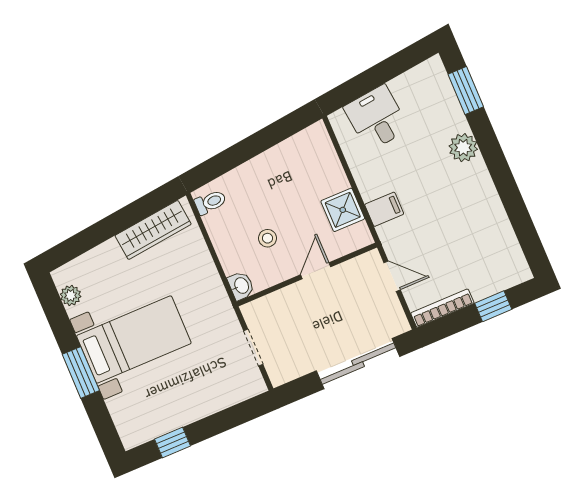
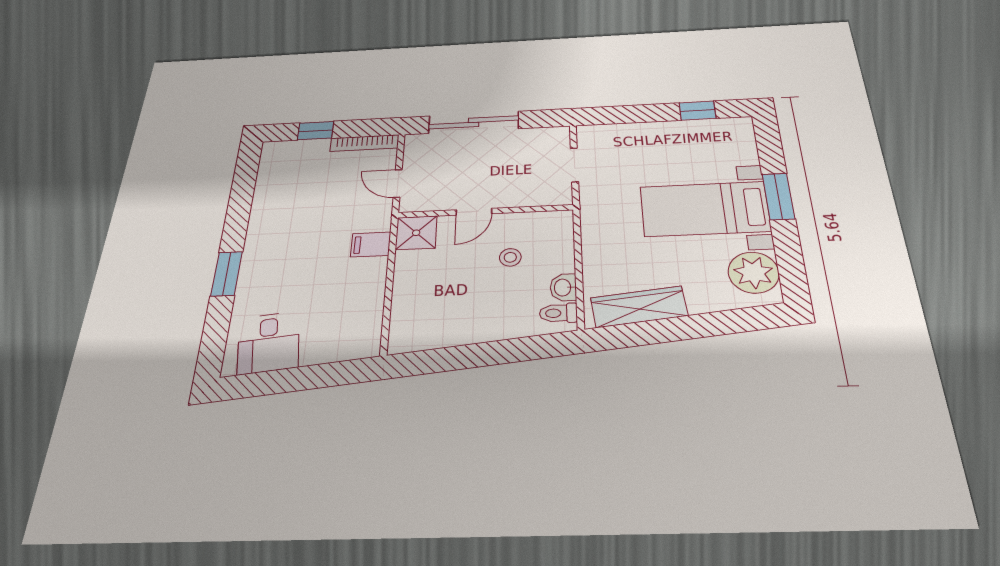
window: (466, 91) -> (227, 274), moved
desk: (376, 118) -> (268, 343), moved
plant: (463, 148) -> (255, 274), removed
shower: (343, 210) -> (416, 233), moved
washbasin: (241, 286) -> (563, 287), moved
plant: (71, 295) -> (754, 273), width x1.87, depth x1.87

